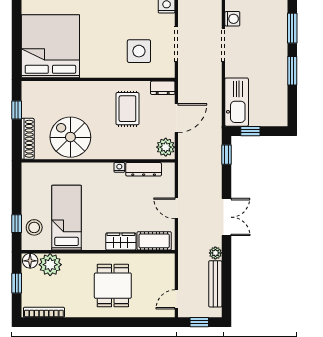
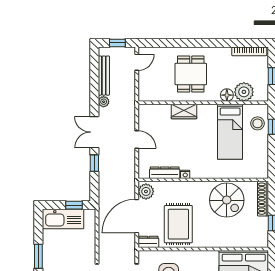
kitchen sink: (237, 102) -> (63, 219), moved, turned -90
rug: (127, 109) -> (178, 224), width x1.36, depth x1.43
door: (176, 118) -> (137, 216), width x1.36
window: (227, 155) -> (94, 163), moved
cot: (154, 241) -> (156, 112), removed
floor lamp: (30, 261) -> (227, 95), moved

